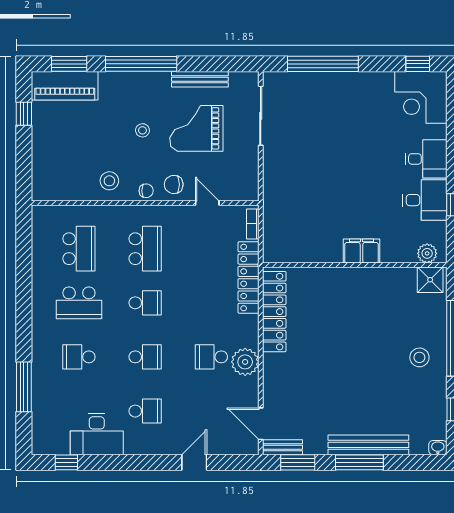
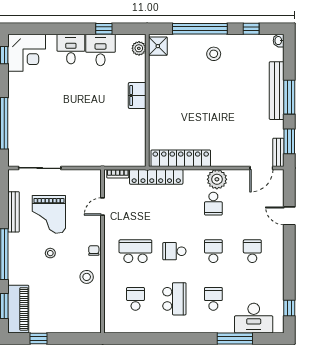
chair: (174, 184) -> (89, 231), removed
school desk: (79, 249) -> (135, 299), width x0.54
school desk: (145, 303) -> (174, 251), turned -90
school desk: (79, 357) -> (213, 299), turned 180
desk: (97, 434) -> (254, 318), moved, turned 90

